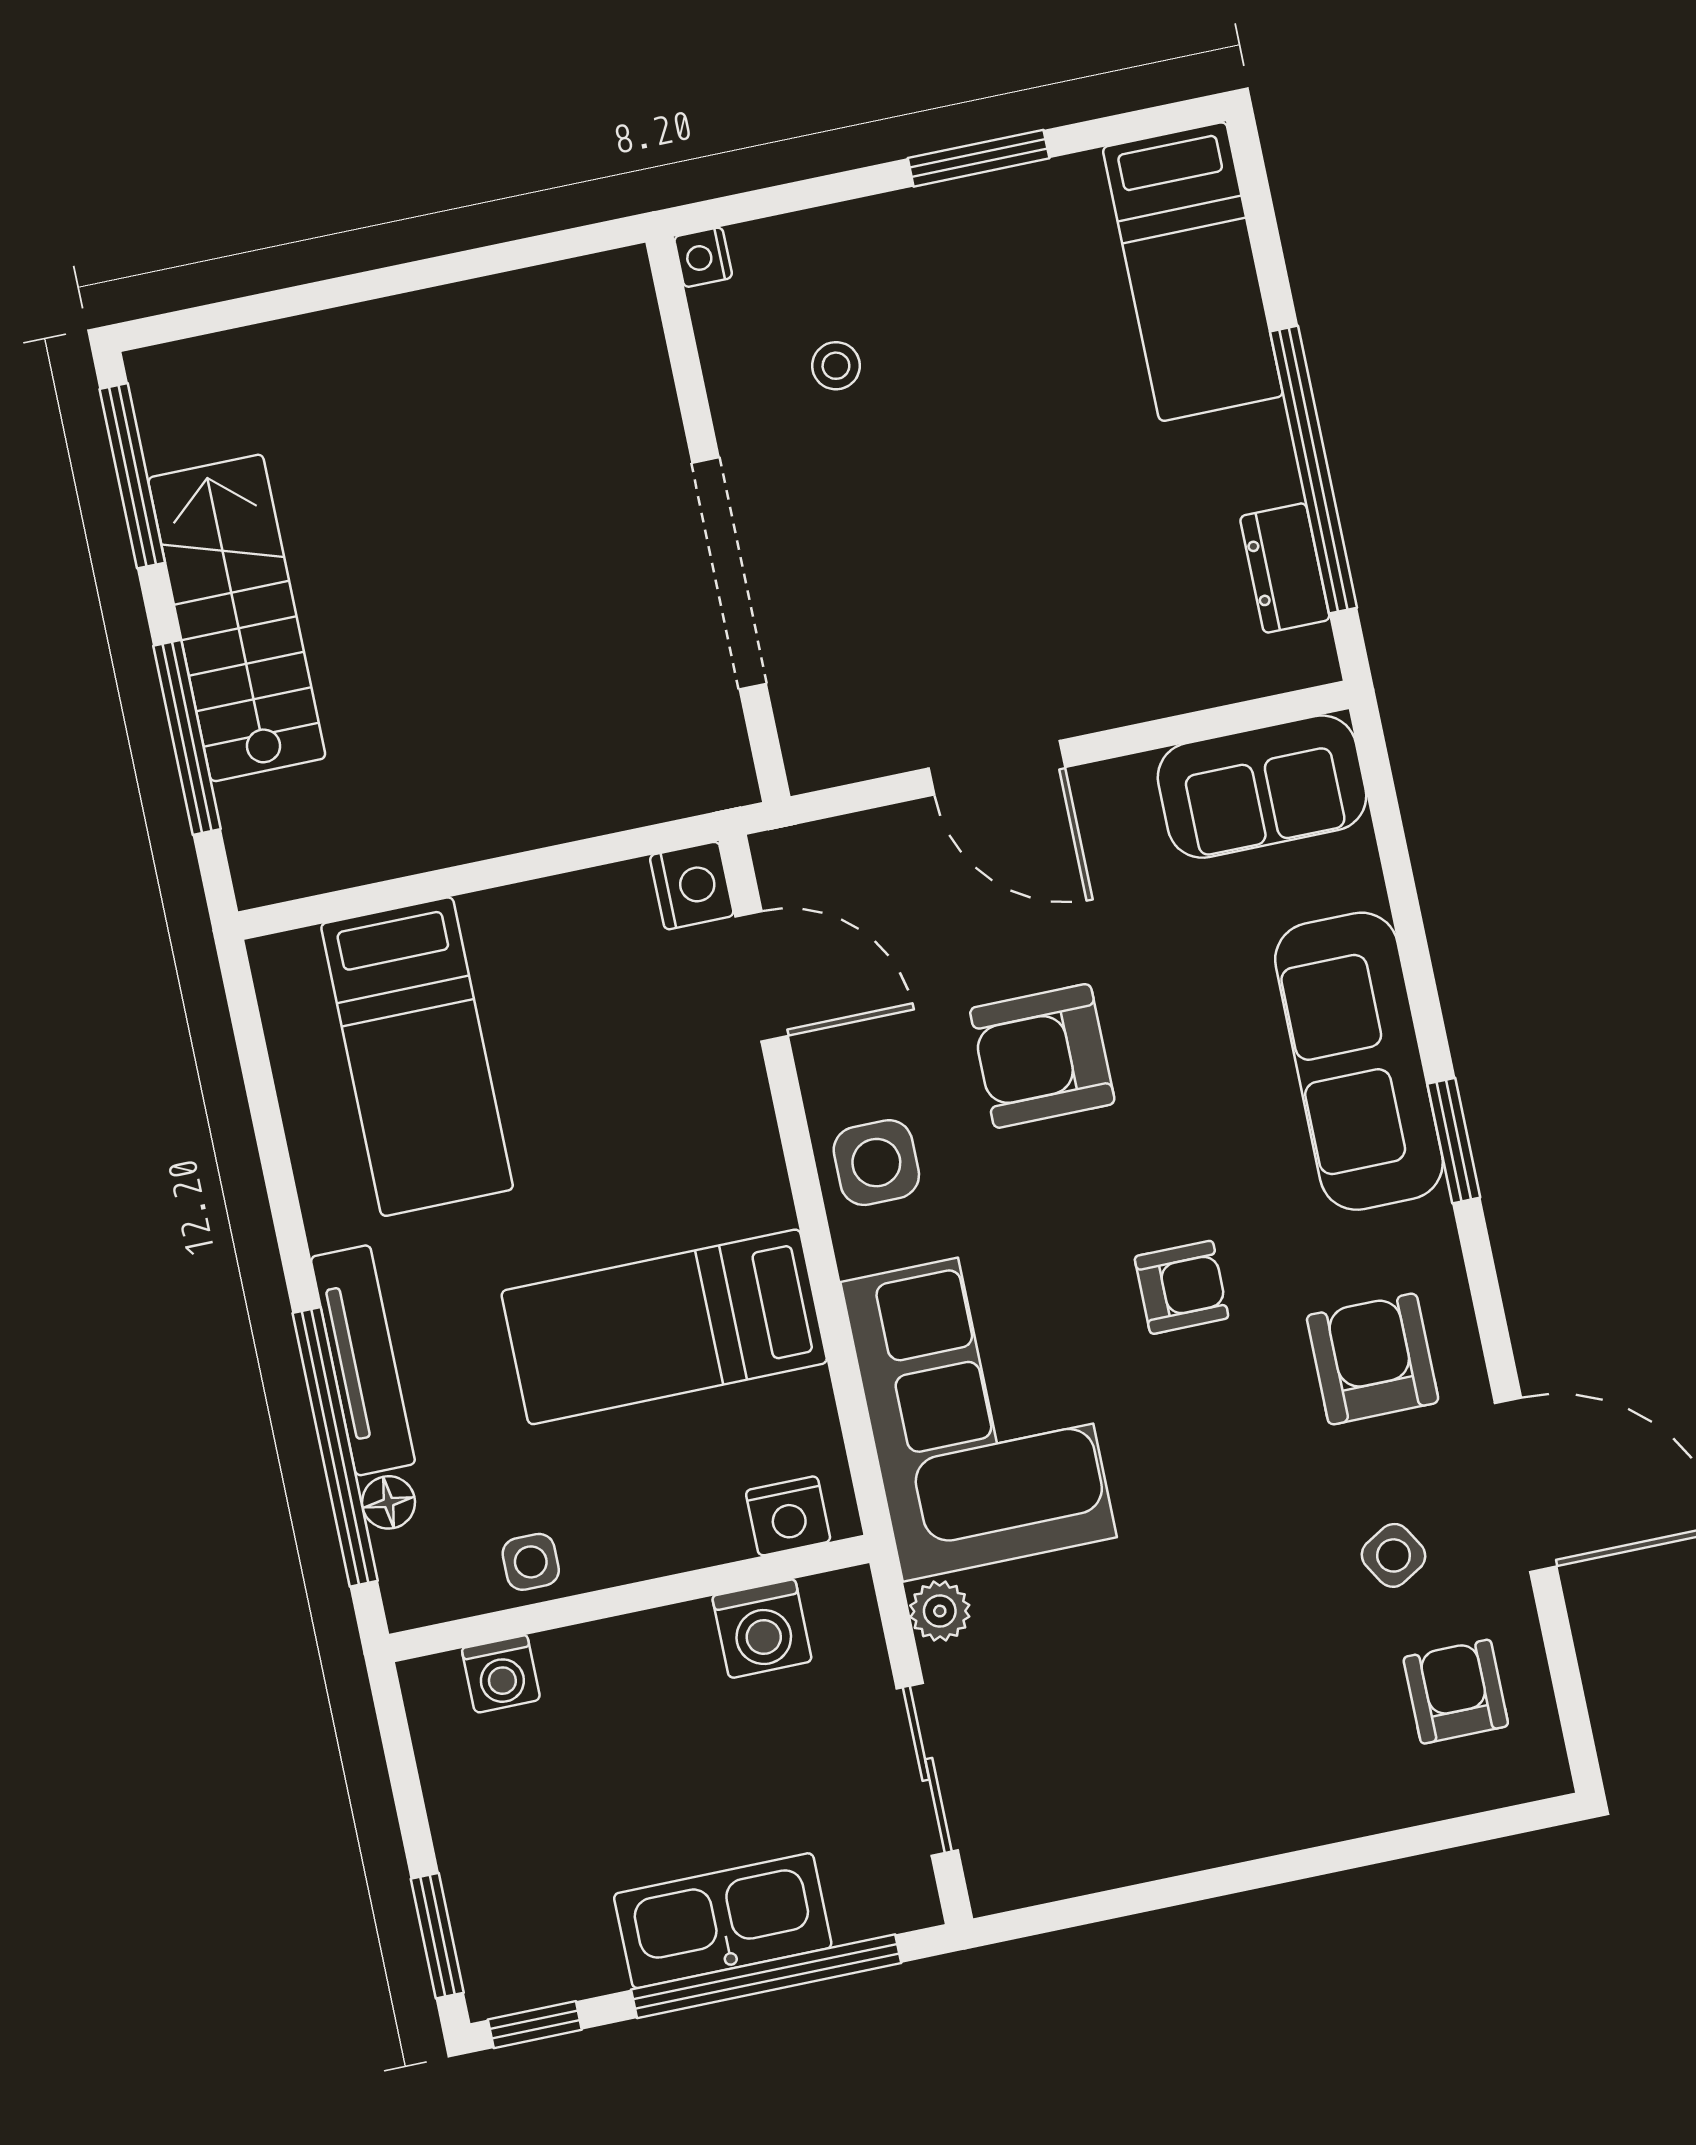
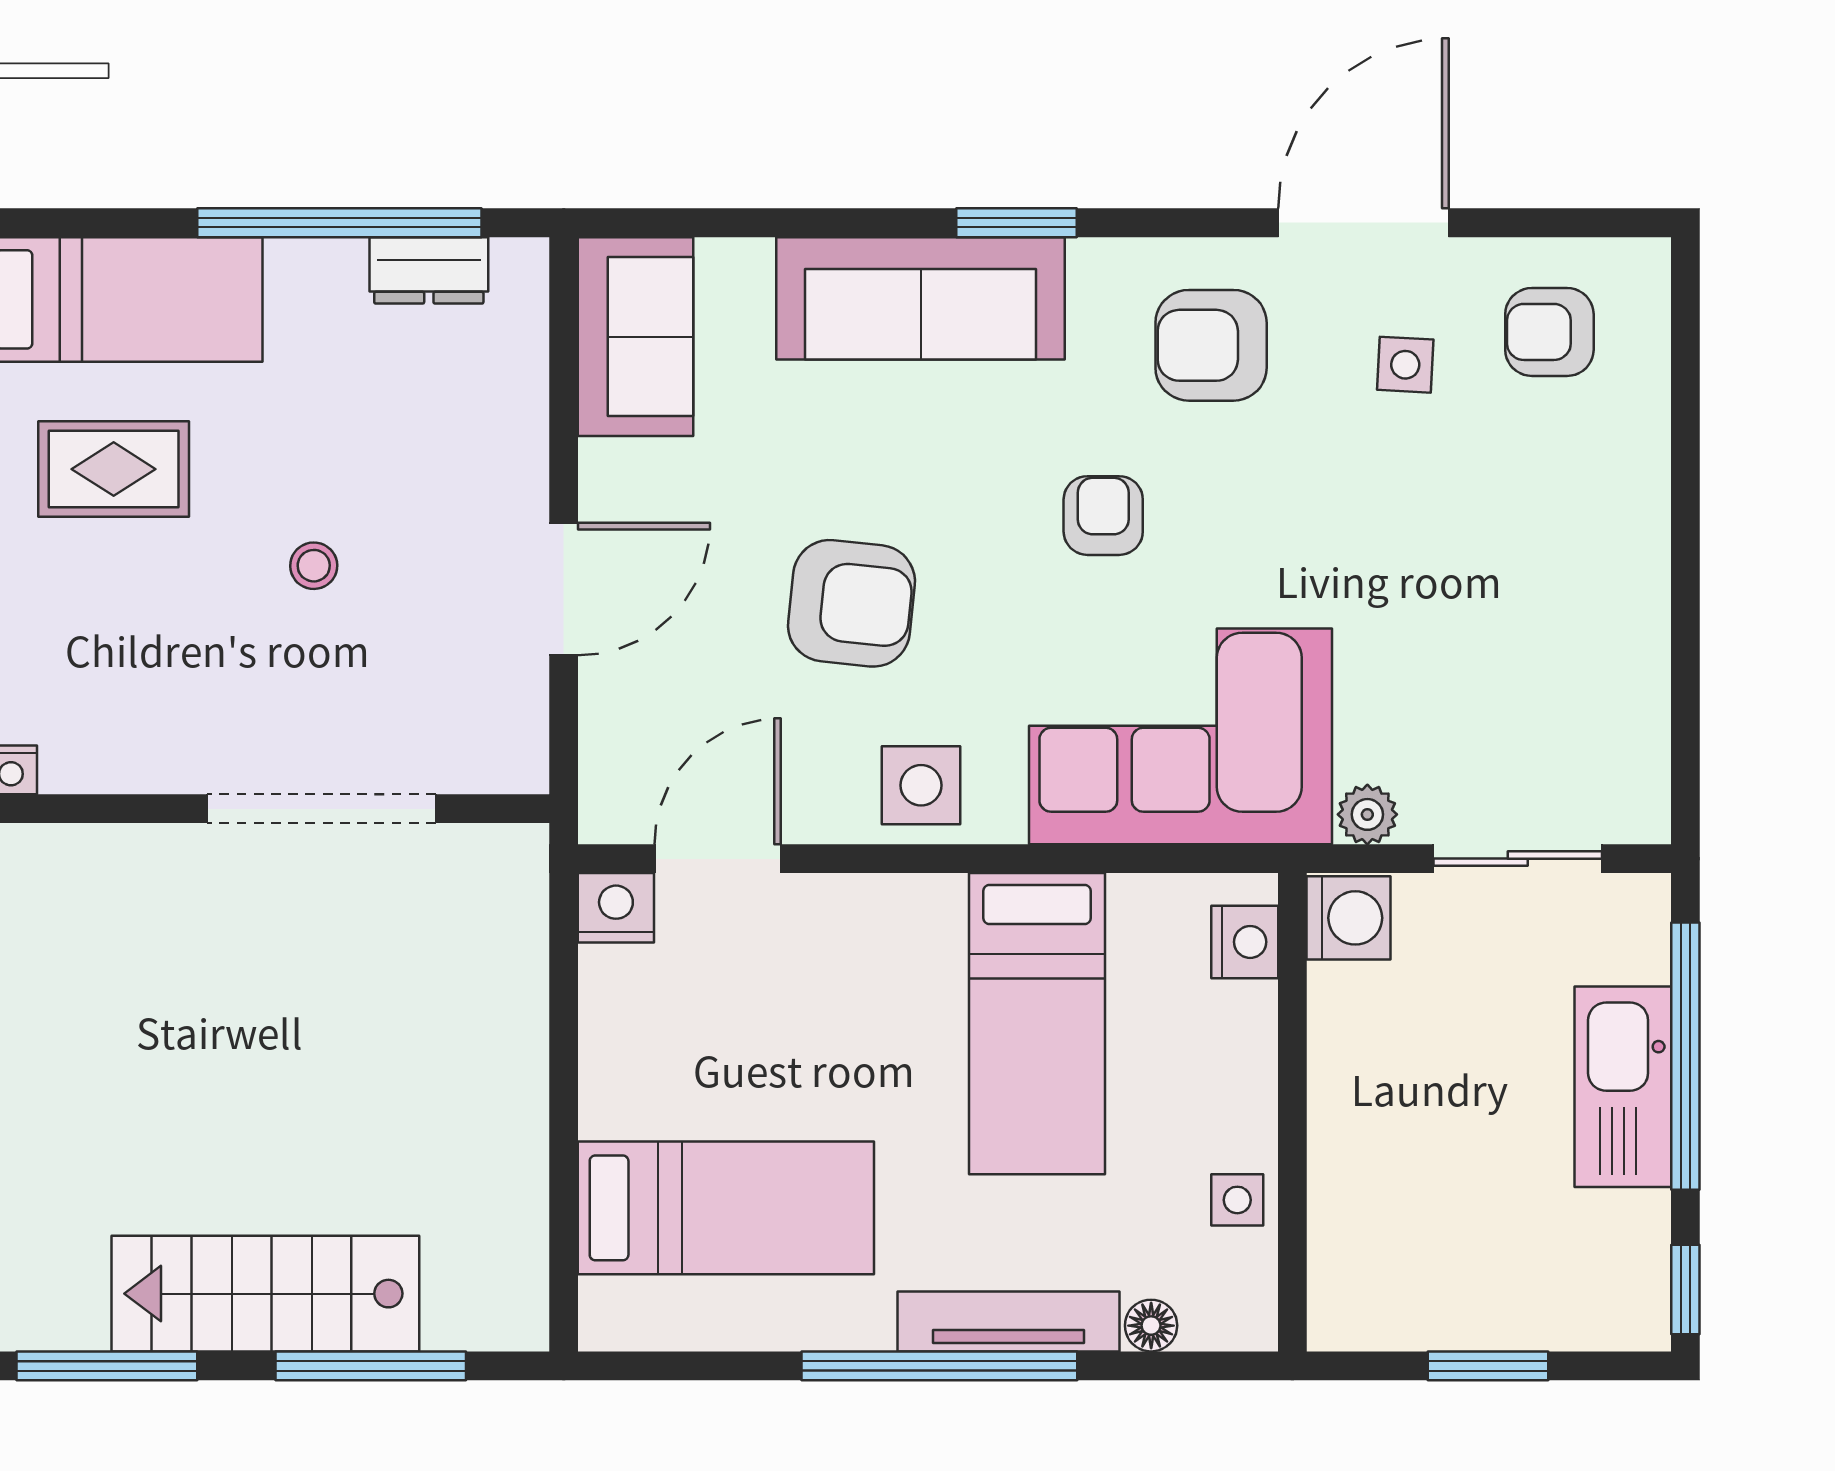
rug: (1023, 297) -> (114, 469), added
stool: (836, 366) -> (314, 566), moved
armchair: (1042, 1056) -> (851, 603), turned -84
window: (335, 1447) -> (939, 1366), moved
side table: (1394, 1555) -> (1405, 365), turned 34
washing machine: (762, 1629) -> (1349, 918), moved
washing machine: (501, 1674) -> (1340, 1251), removed
window: (437, 1936) -> (1488, 1366), moved

